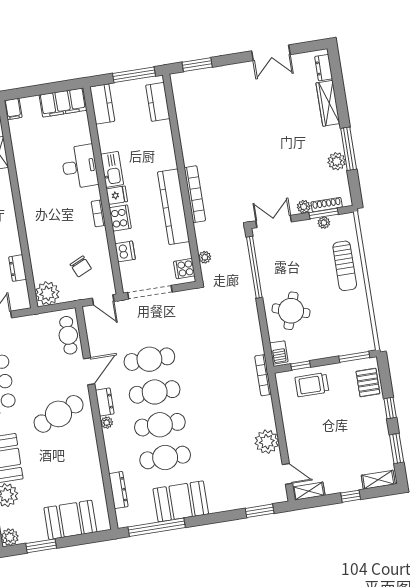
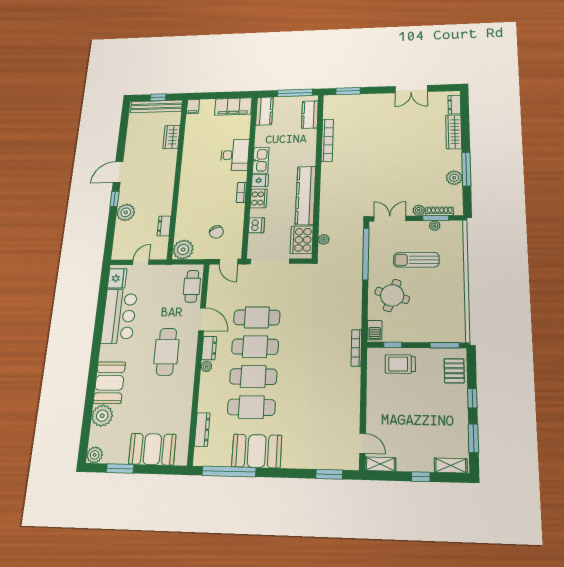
bookcase: (195, 194) -> (327, 140), moved
sun lounger: (345, 266) -> (416, 260), moved, turned 90
cooker: (184, 269) -> (302, 240), width x1.87, depth x1.31
door: (89, 371) -> (202, 319), hinge flipped
cafe table: (59, 414) -> (166, 352), turned -68
plant: (267, 442) -> (348, 409), removed

